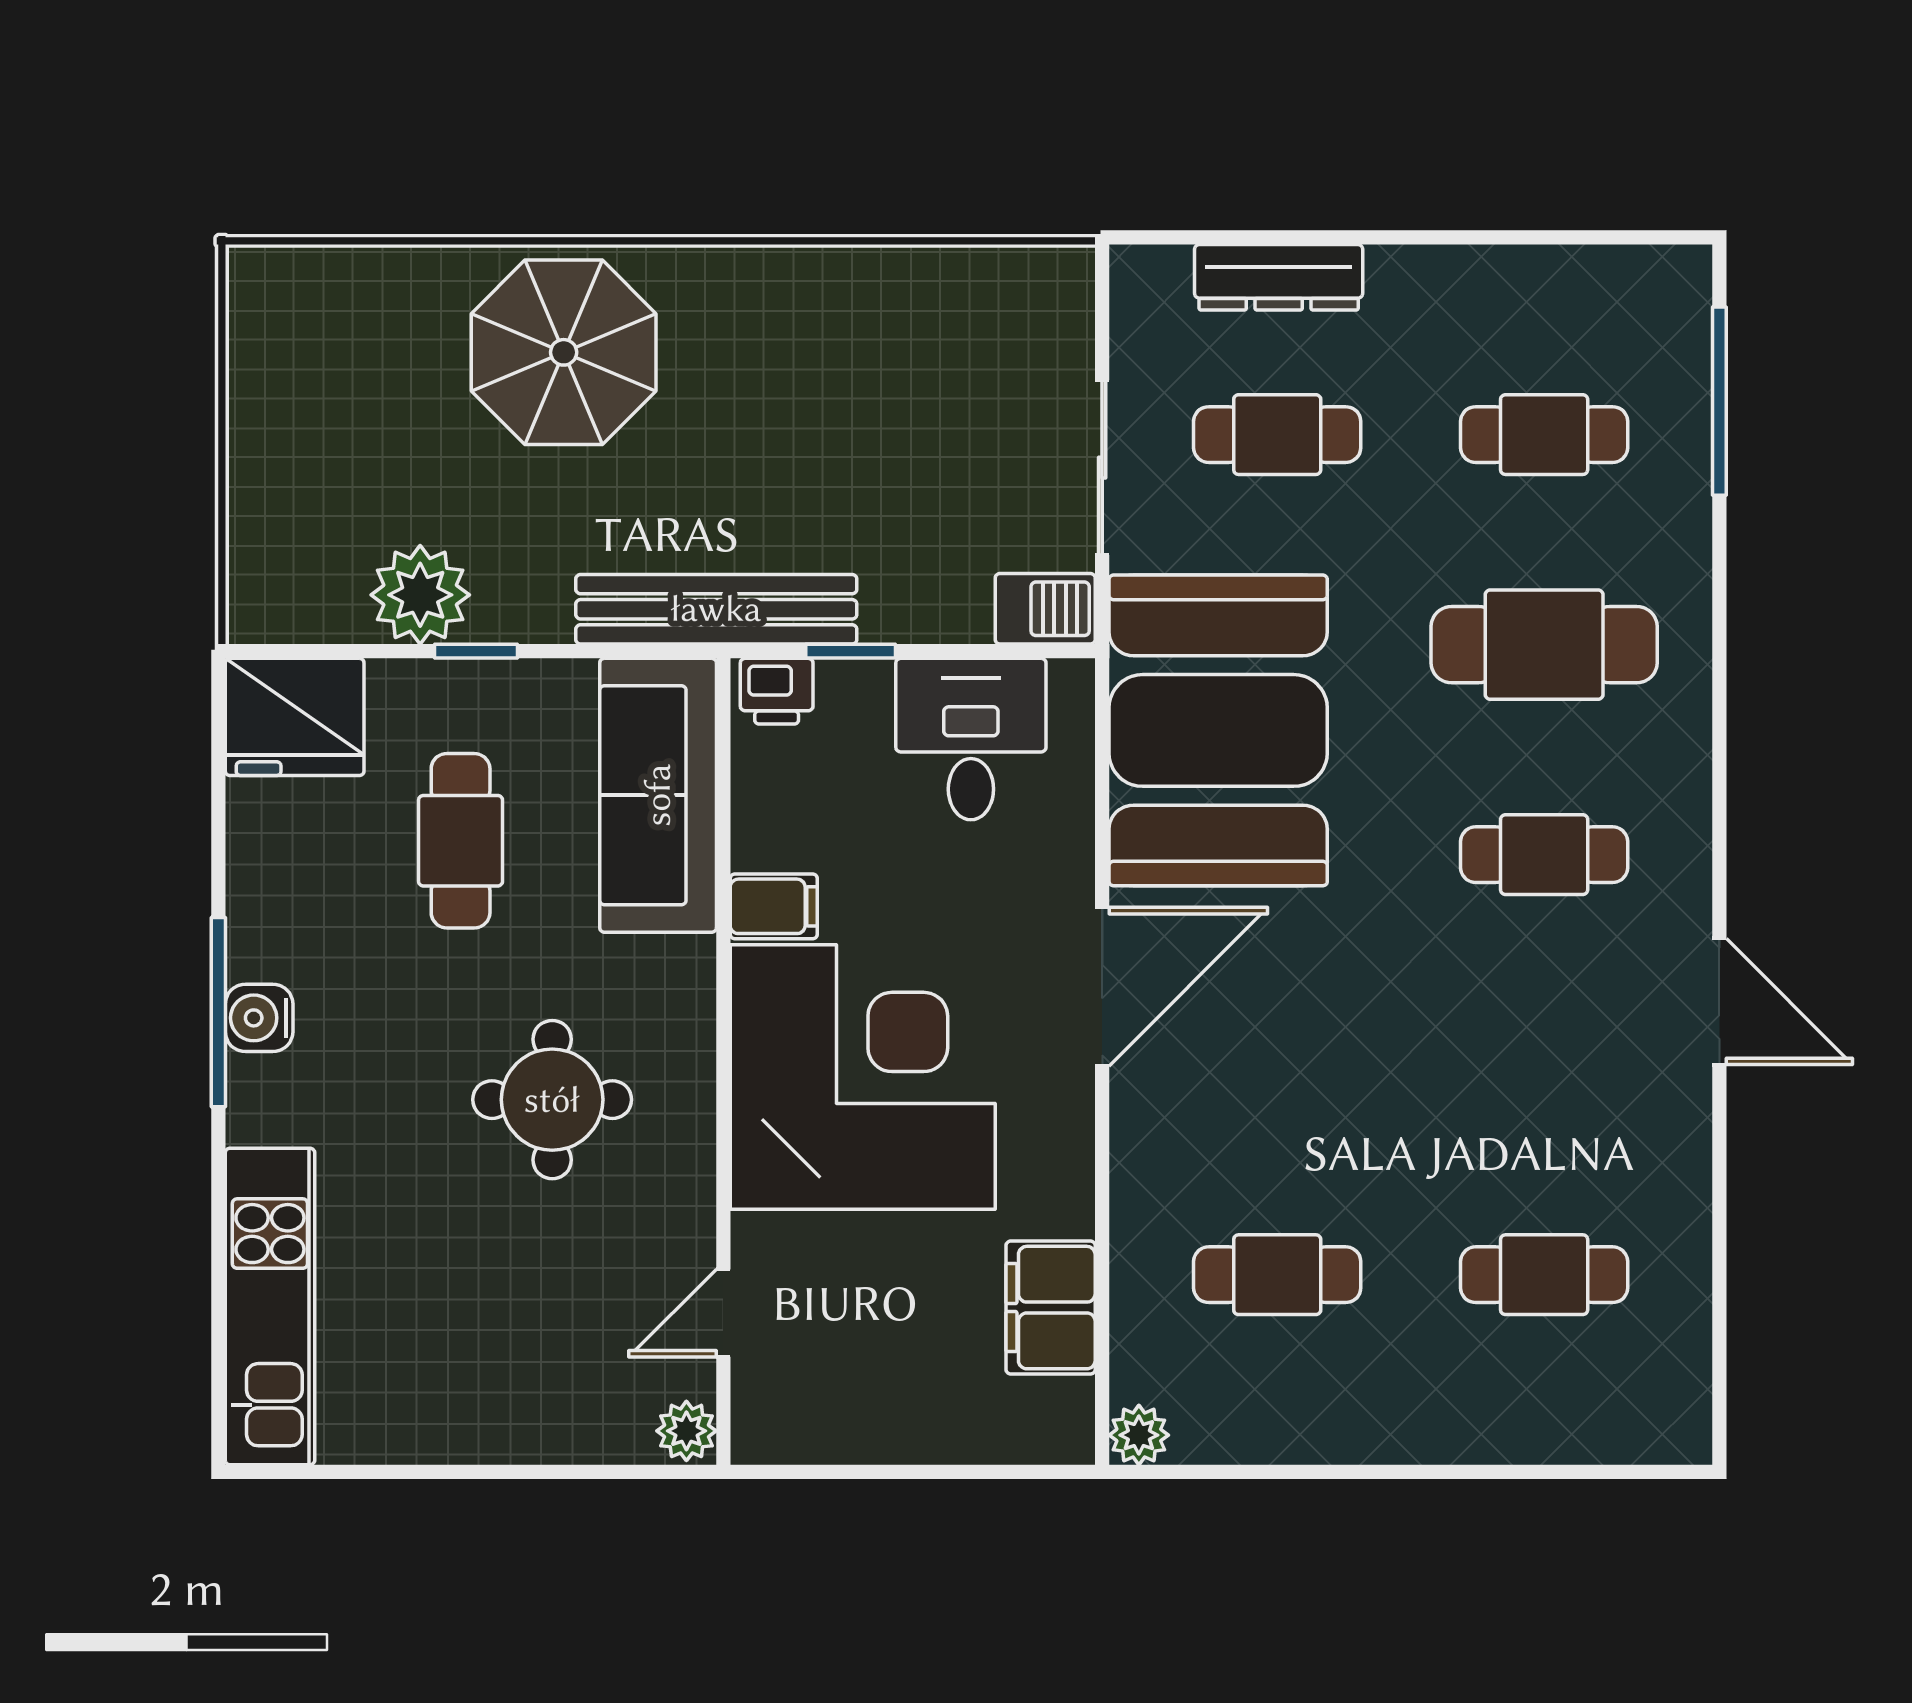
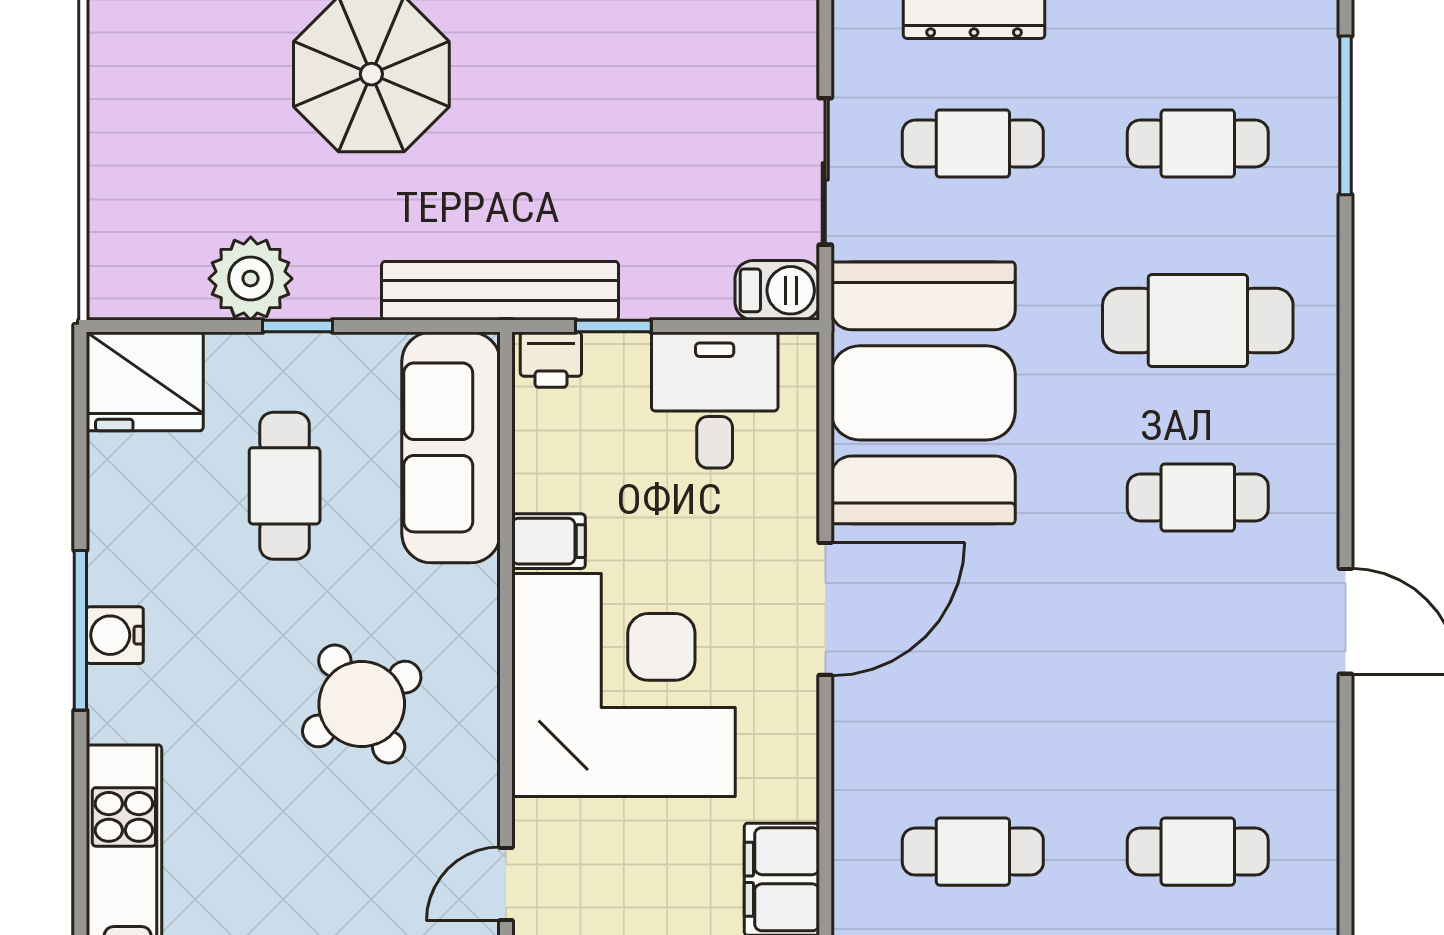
round table: (552, 1100) -> (362, 704), turned -32

